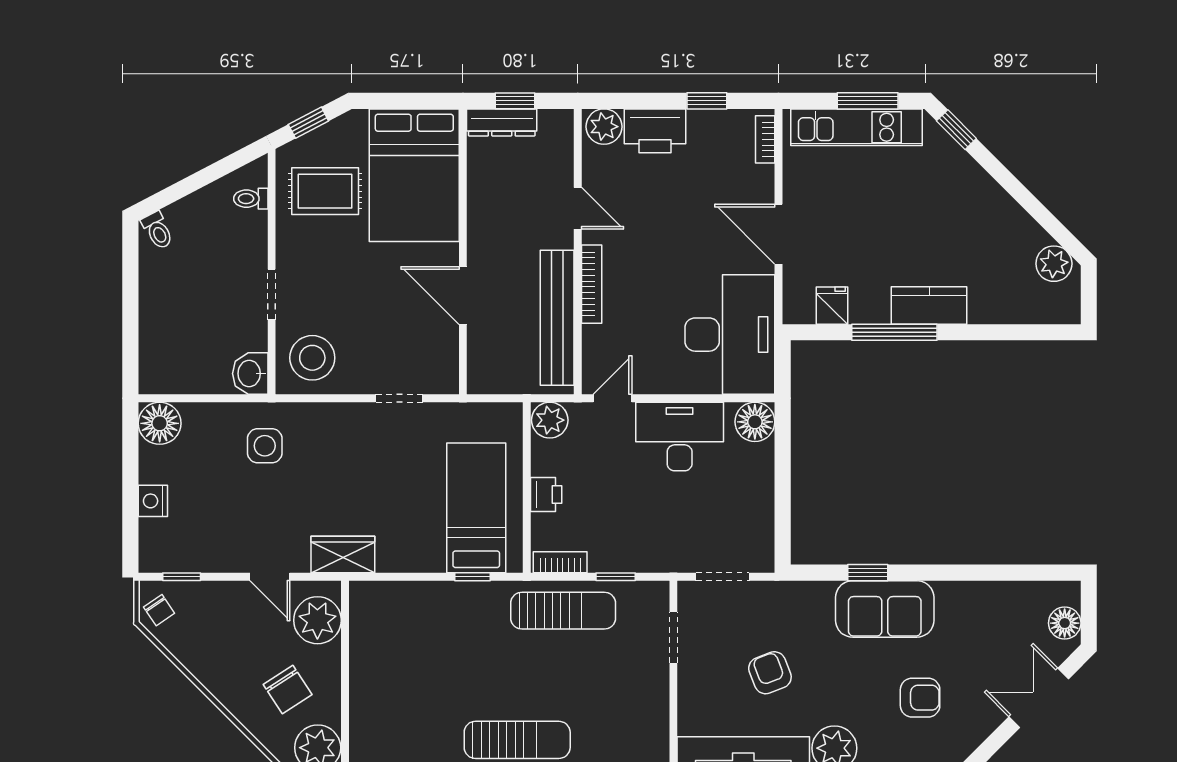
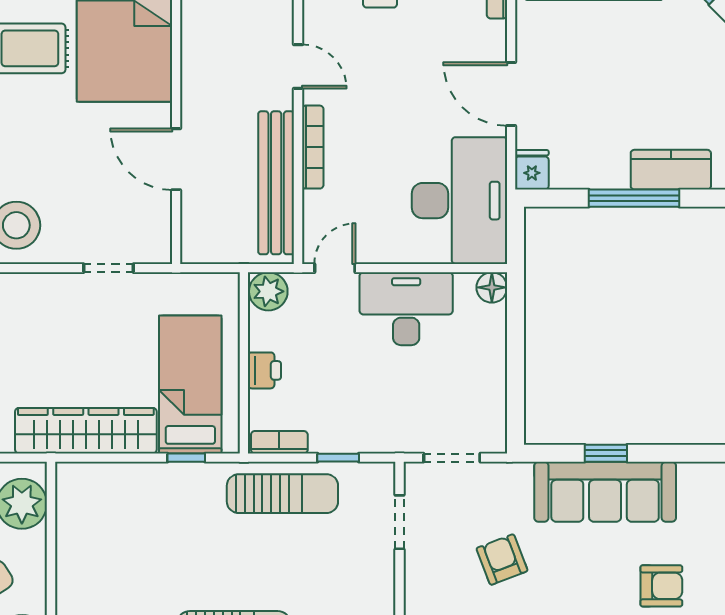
fridge: (832, 306) -> (532, 170), moved
floor lamp: (755, 422) -> (492, 287), width x0.73, depth x0.73
wardrobe: (343, 555) -> (86, 431), width x2.10, depth x1.17
sofa: (885, 609) -> (605, 492), width x1.36

